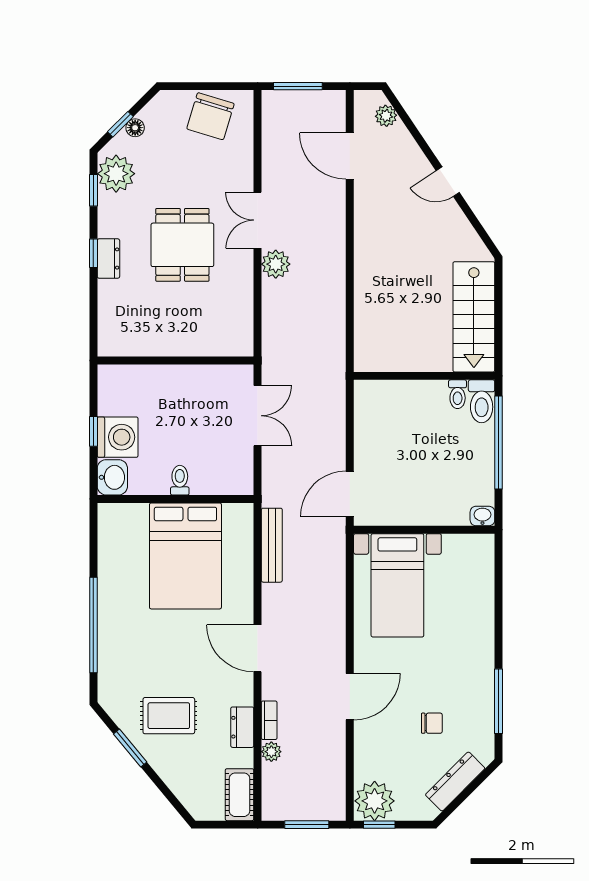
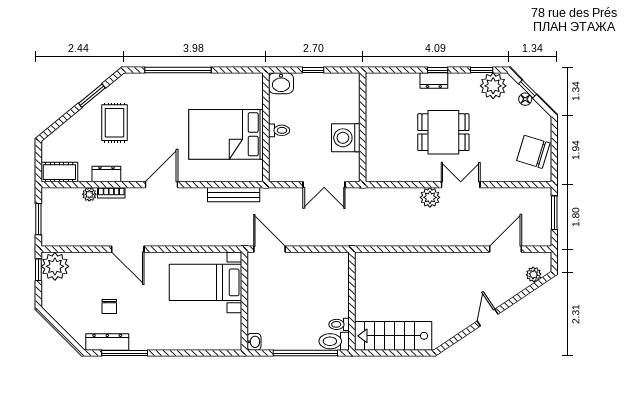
washing machine: (118, 437) -> (346, 138), moved, turned 90
dresser: (455, 782) -> (107, 342), moved, turned -45

